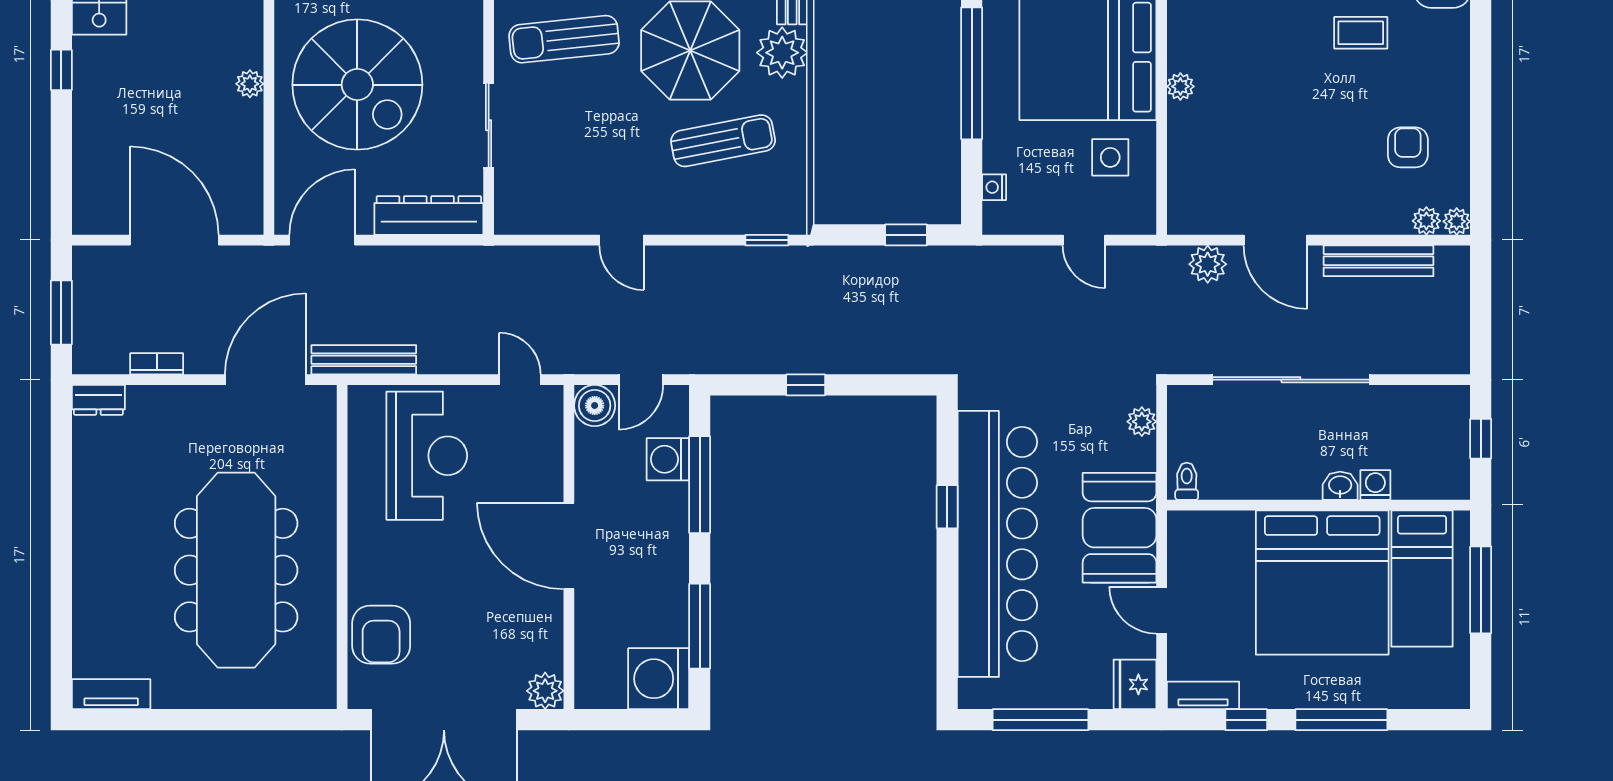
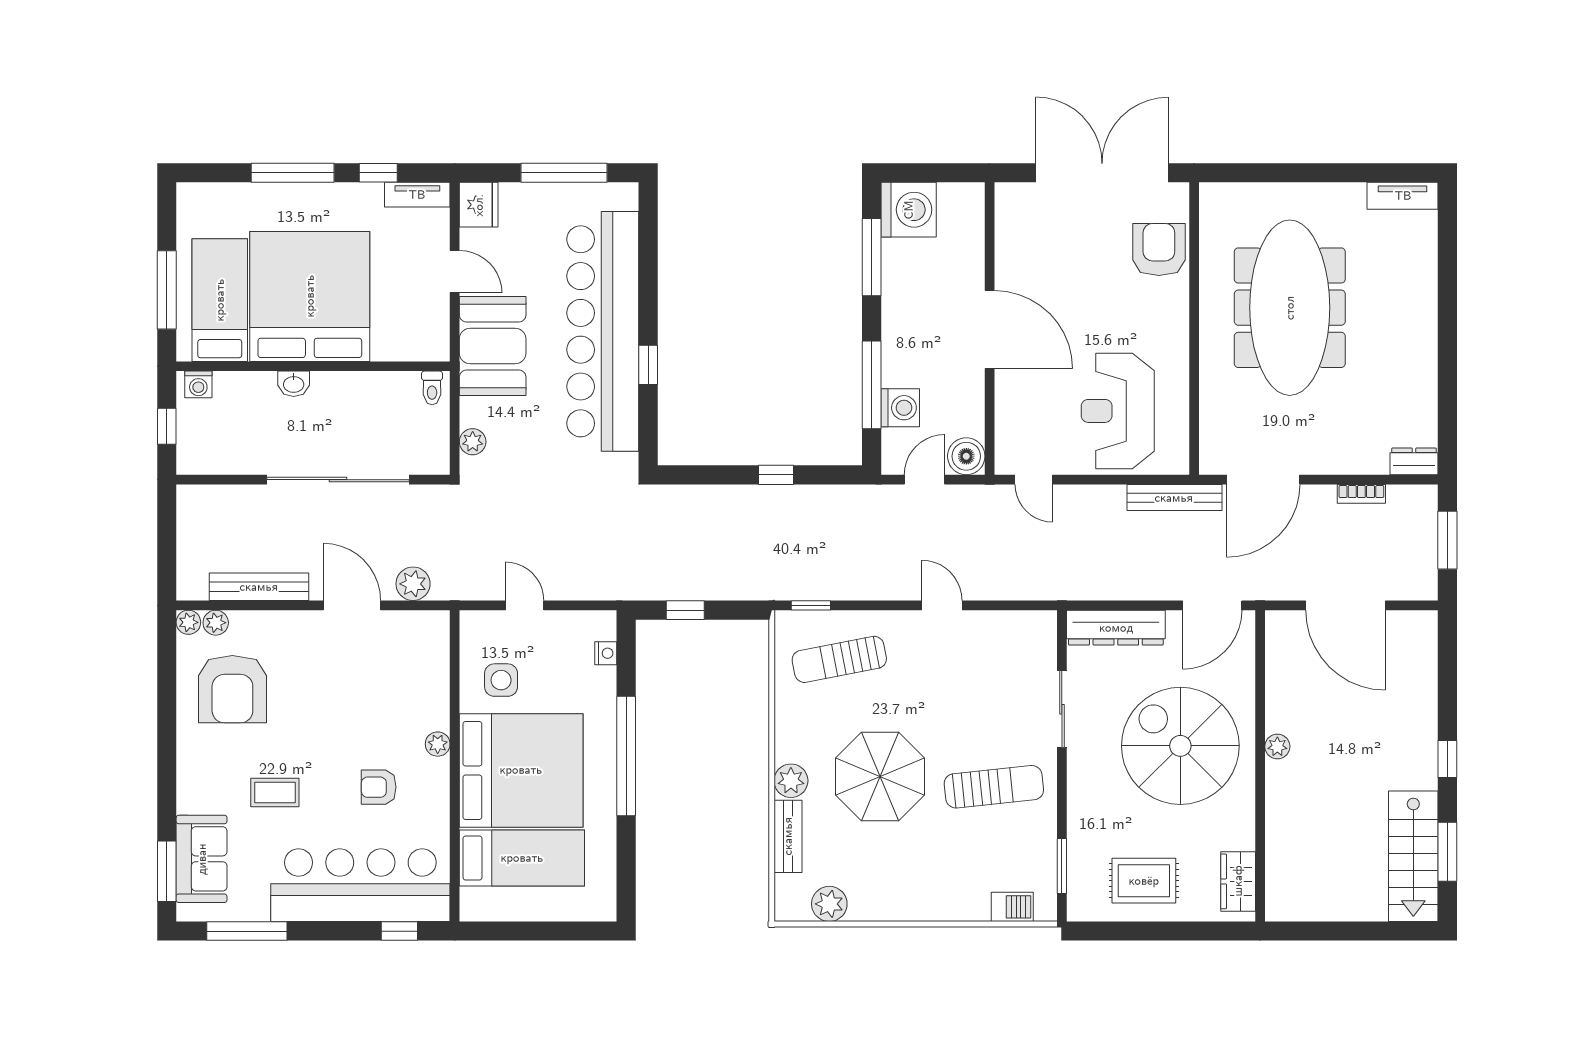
armchair: (1246, 39) -> (379, 787), added
plant: (782, 53) -> (791, 781), width x0.73, depth x0.73
sun lounger: (723, 141) -> (839, 659), moved
armchair: (1408, 147) -> (232, 689), width x1.88, depth x1.88
washing machine: (1375, 485) -> (198, 384), moved
plant: (545, 691) -> (1011, 199), removed

